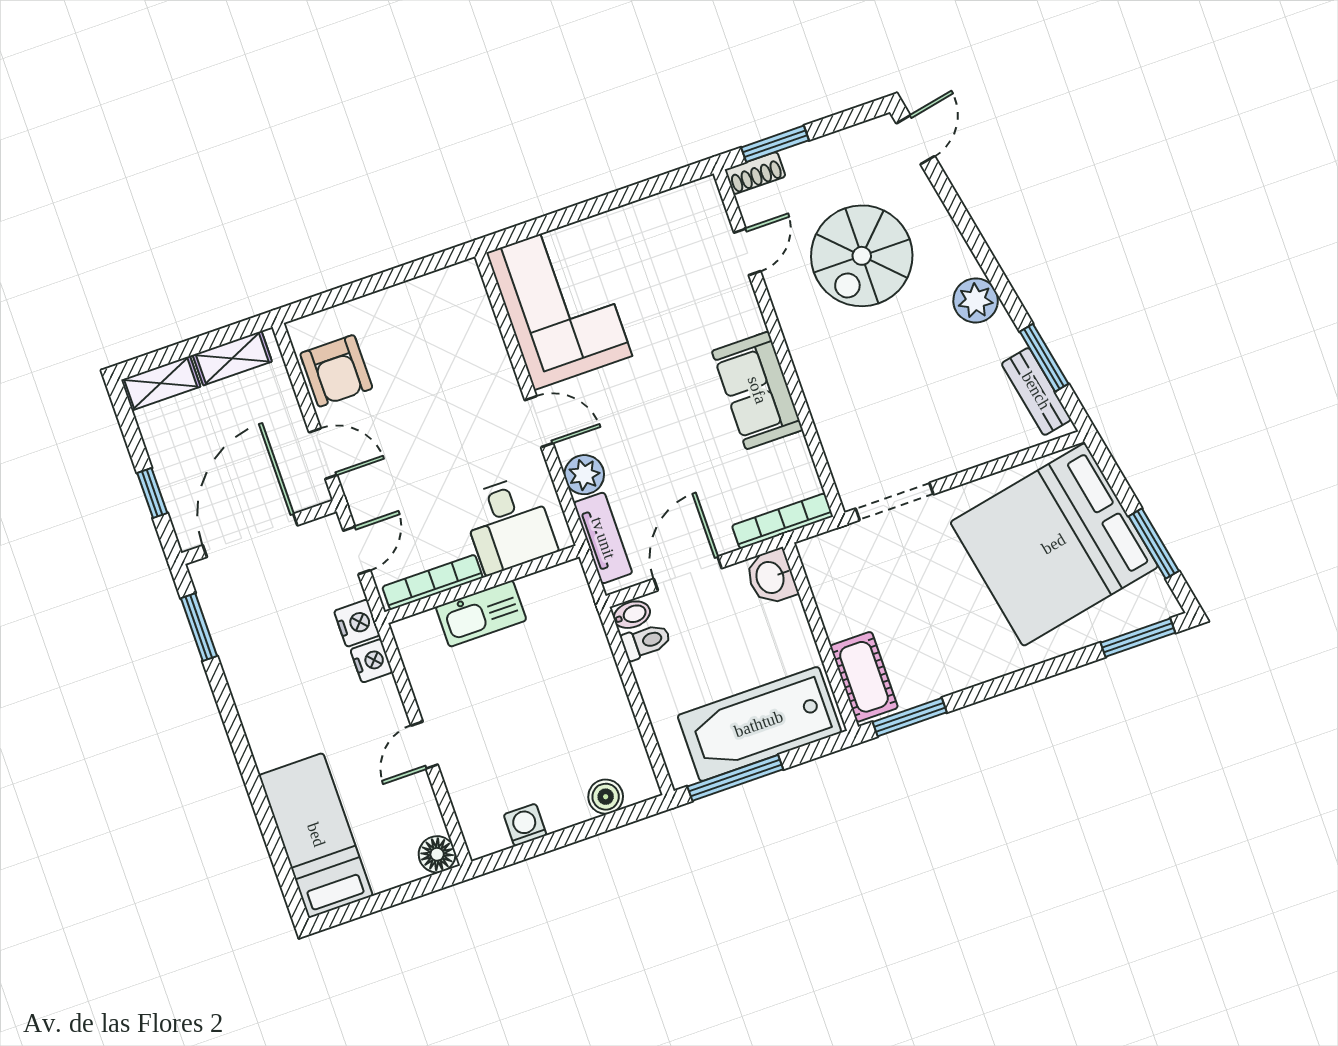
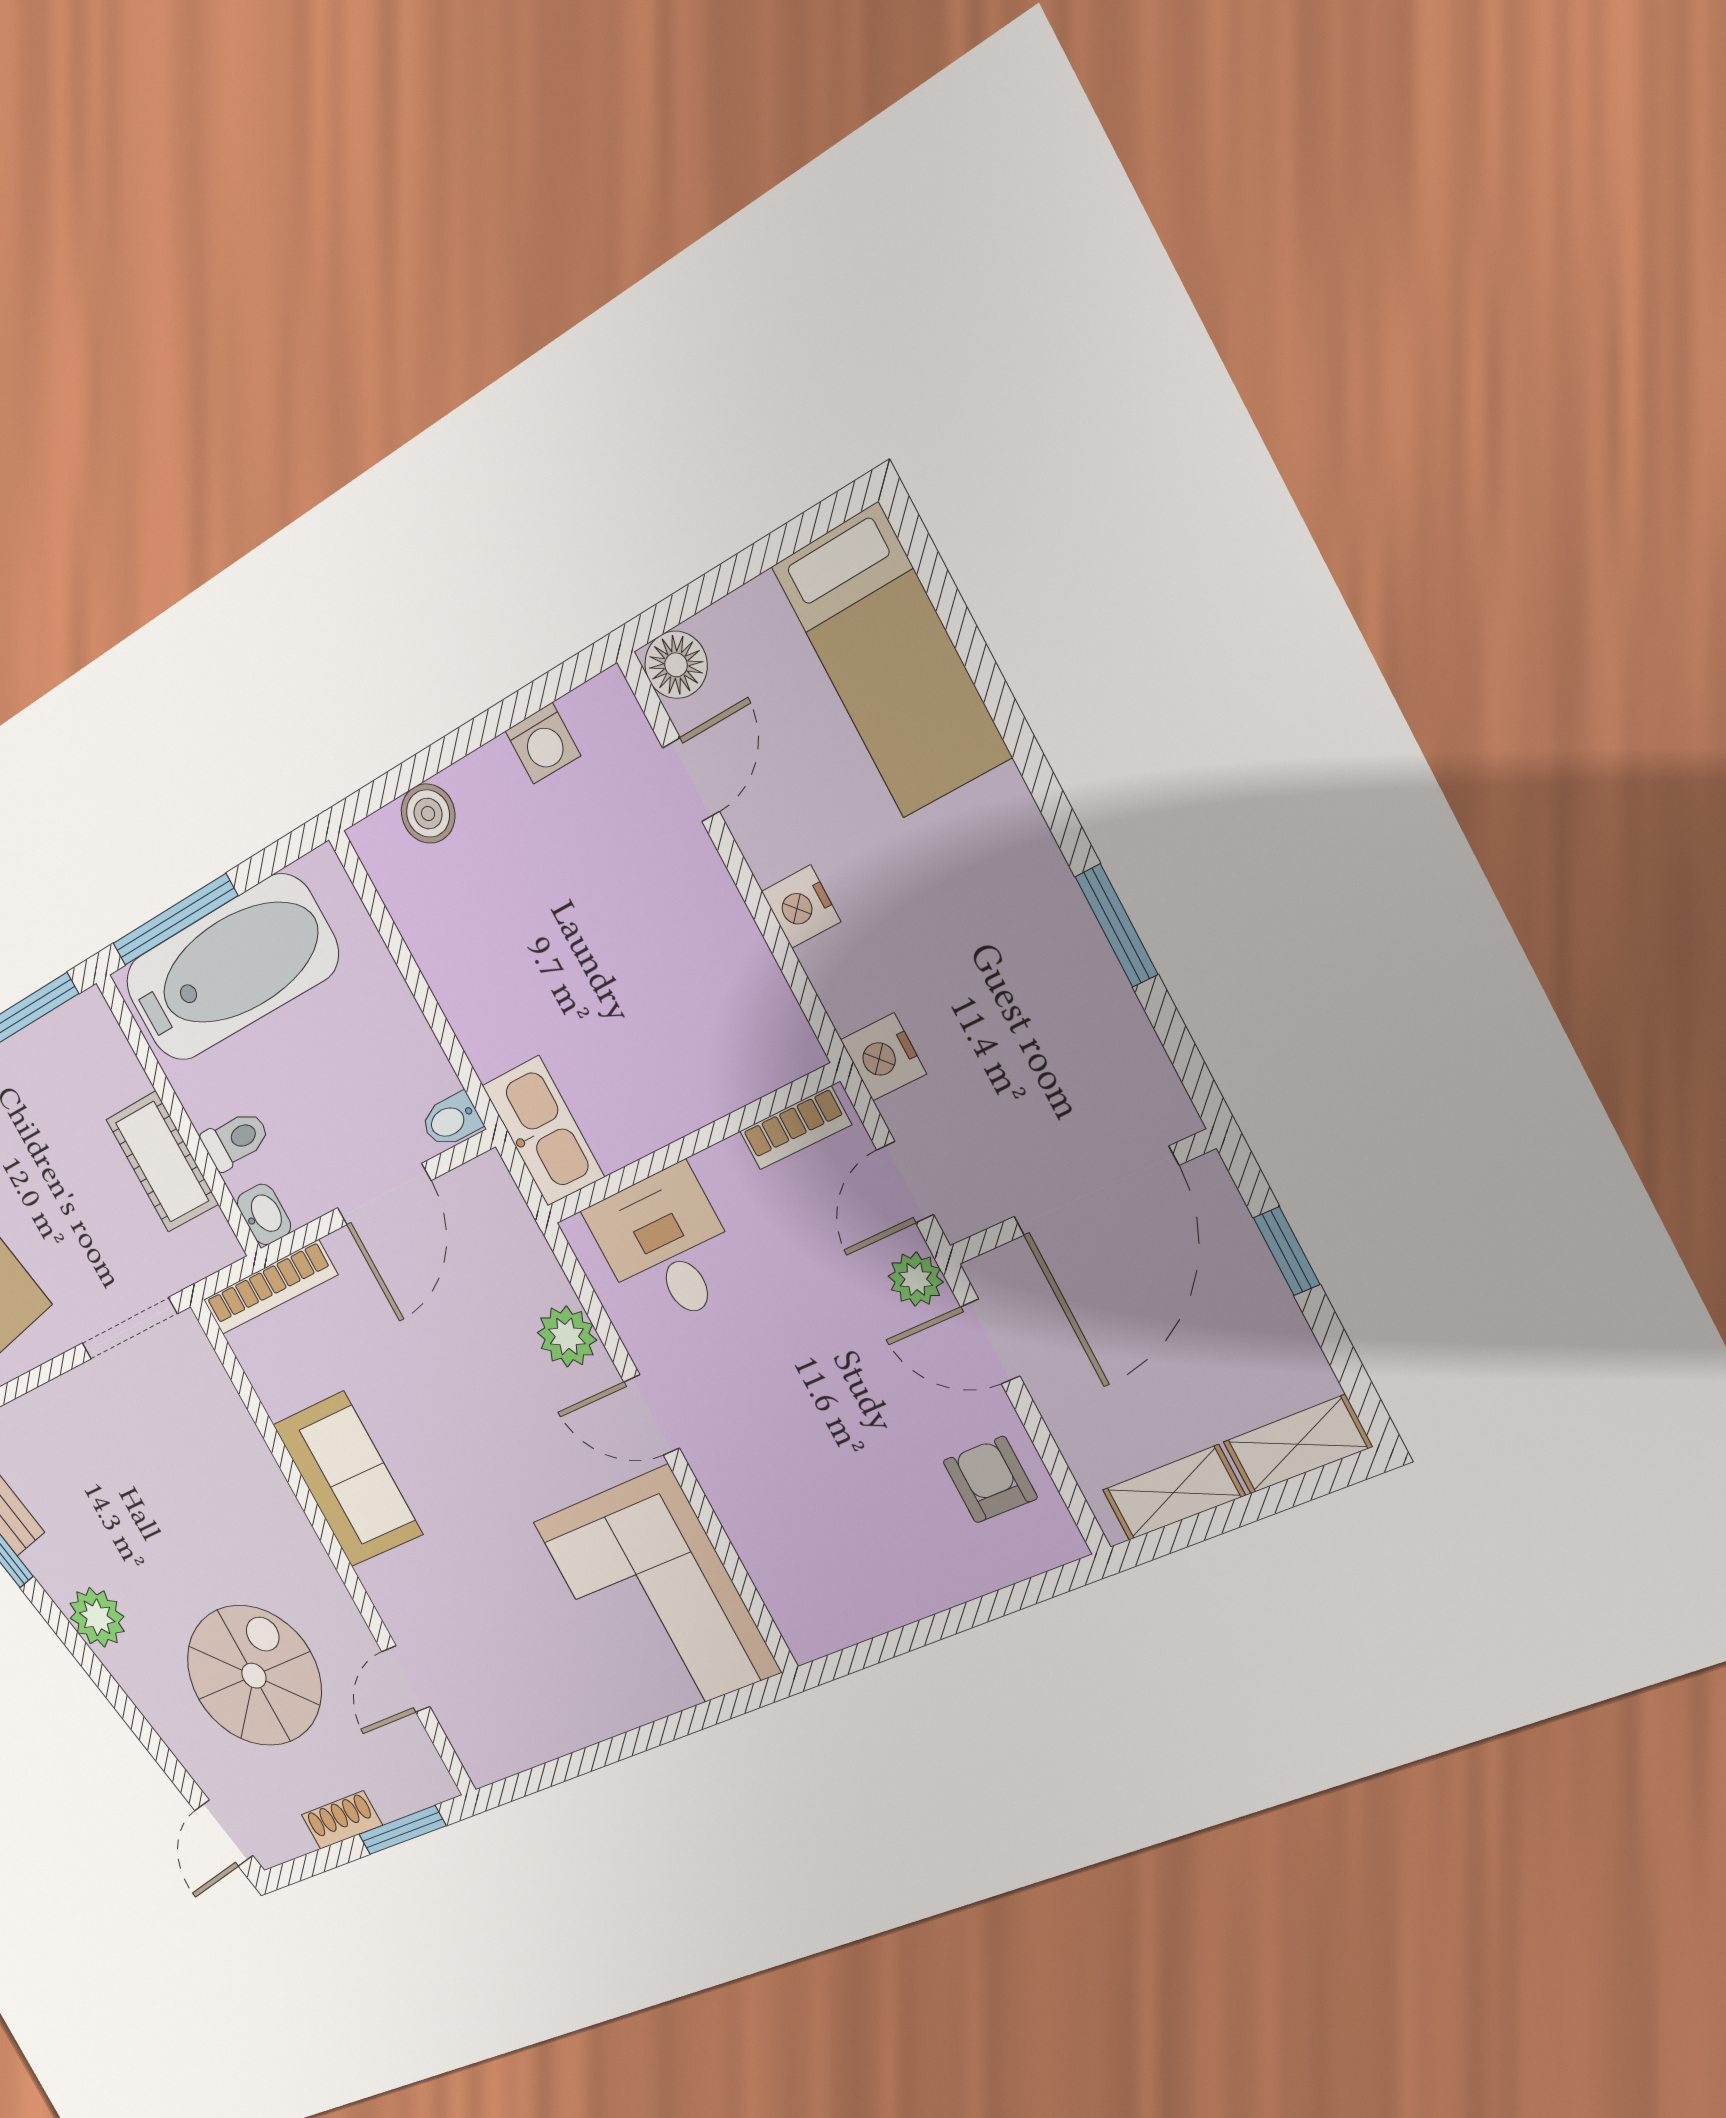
shoe rack: (755, 173) -> (342, 1820), moved
armchair: (336, 371) -> (990, 1480), width x0.72, depth x0.72
plant: (360, 493) -> (916, 1279), added
tv unit: (603, 538) -> (519, 1239), removed
washbasin: (771, 577) -> (264, 1214), width x0.72, depth x0.69
bookcase: (433, 582) -> (795, 1128), width x0.64
kitchen sink: (481, 614) -> (543, 1131), moved, turned 90
window: (199, 627) -> (1117, 926), moved
toilet: (646, 641) -> (236, 1140), moved, turned 180
nightstand: (372, 661) -> (801, 907), moved
cot: (864, 677) -> (162, 1162), moved
door: (424, 745) -> (691, 780), moved
window: (735, 778) -> (175, 920), moved

